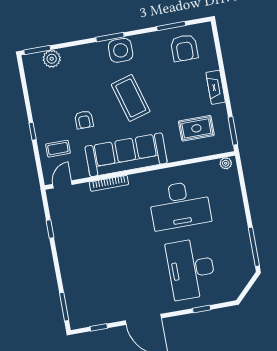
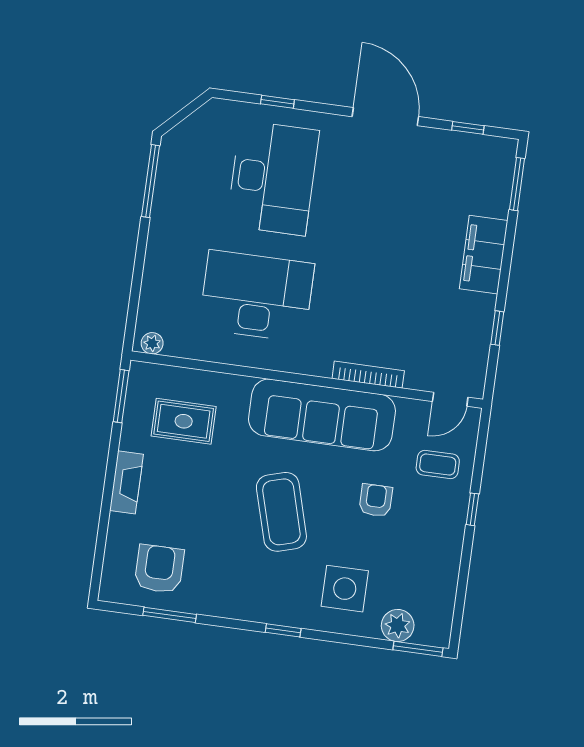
window: (110, 37) -> (283, 630), width x0.67
side table: (121, 50) -> (345, 589), moved
filing cabinet: (70, 265) -> (484, 255), added

